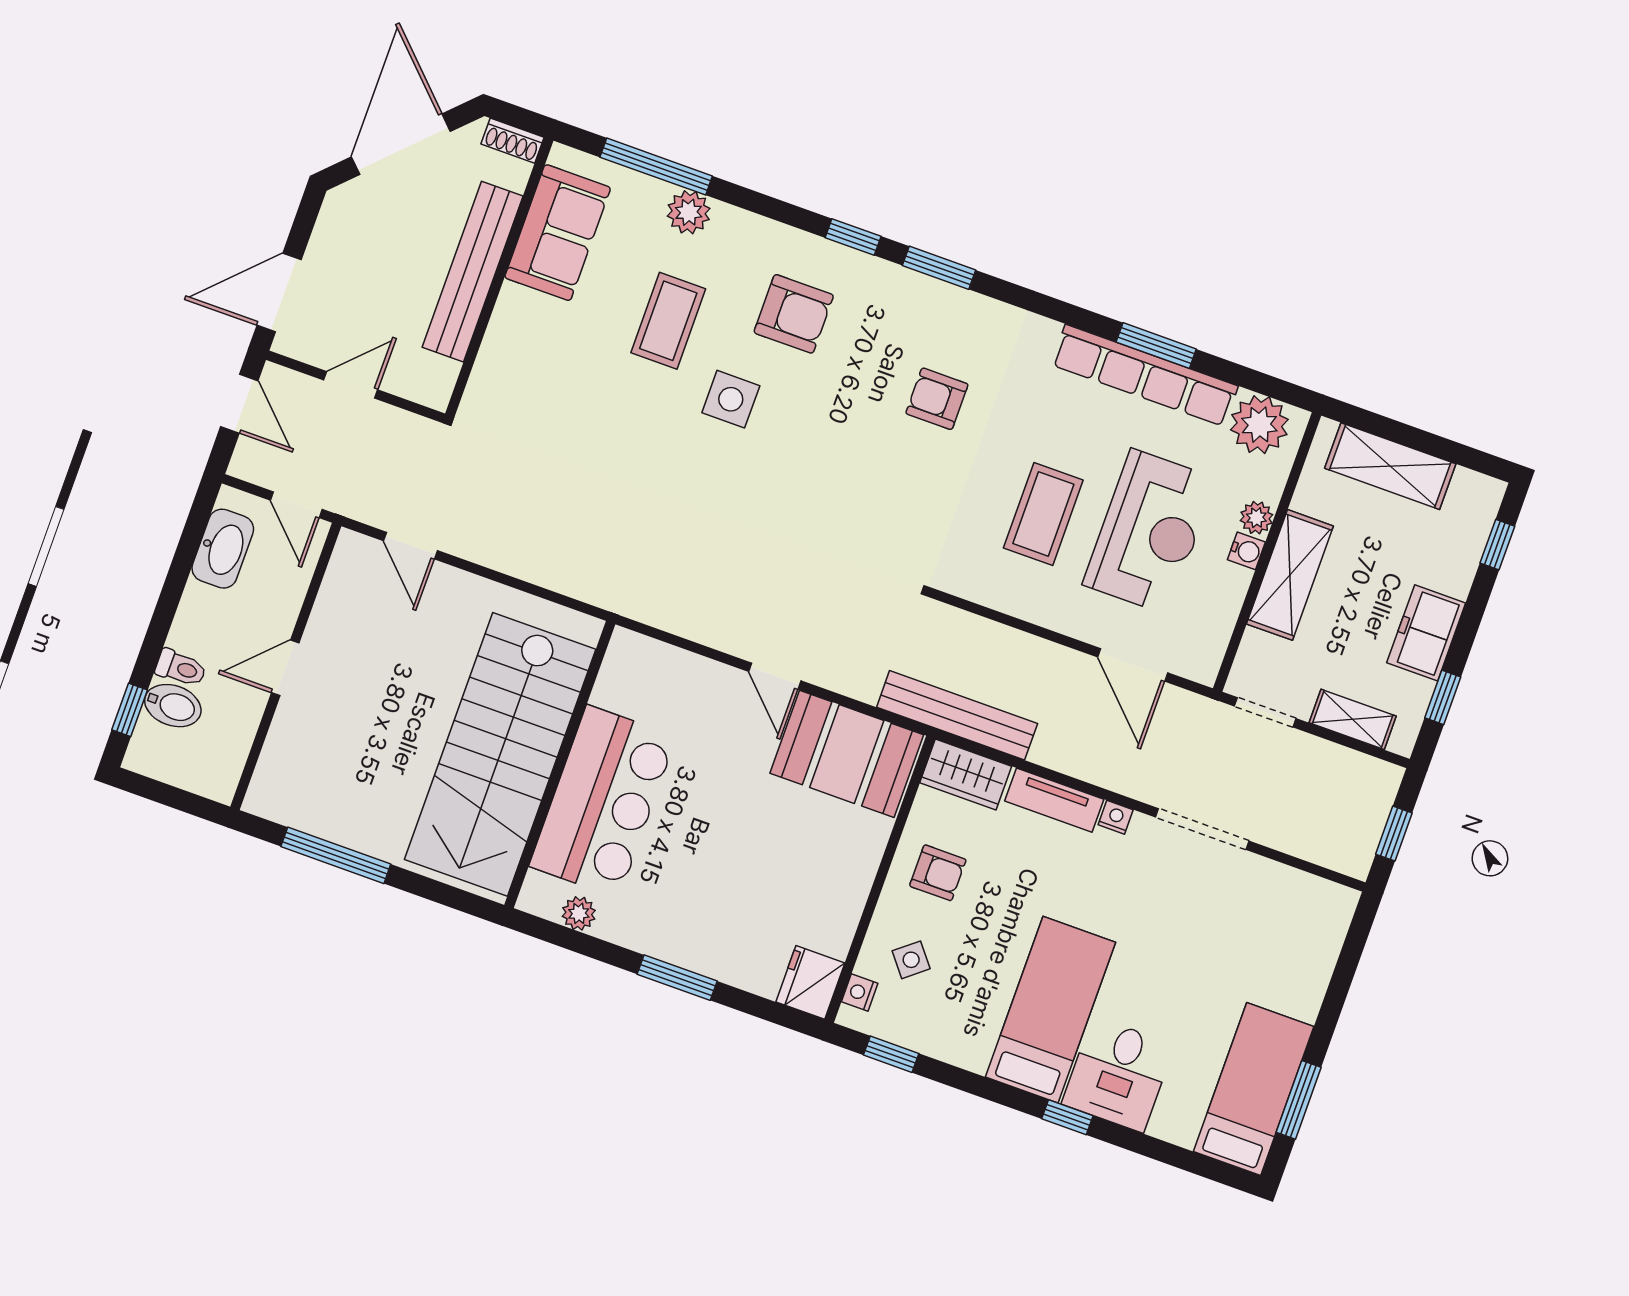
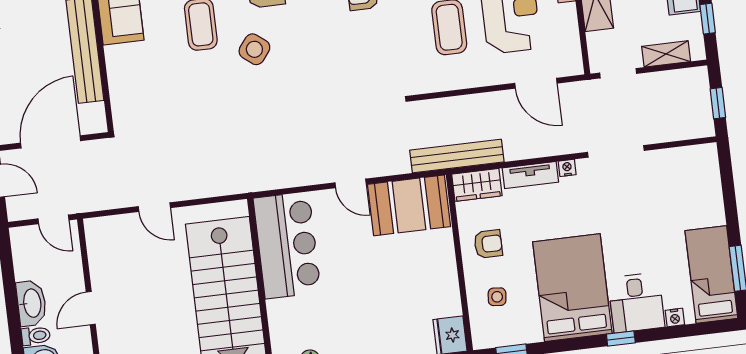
door: (351, 385) -> (51, 142), width x1.88
side table: (731, 399) -> (254, 49), turned 38
door: (410, 546) -> (154, 207), moved
washbasin: (223, 549) -> (31, 303), moved
bar counter: (603, 801) -> (287, 245), moved
side table: (911, 960) -> (497, 297), turned 45
nightstand: (860, 992) -> (675, 318), moved, turned -90
bed: (1051, 1010) -> (572, 288), width x1.50

